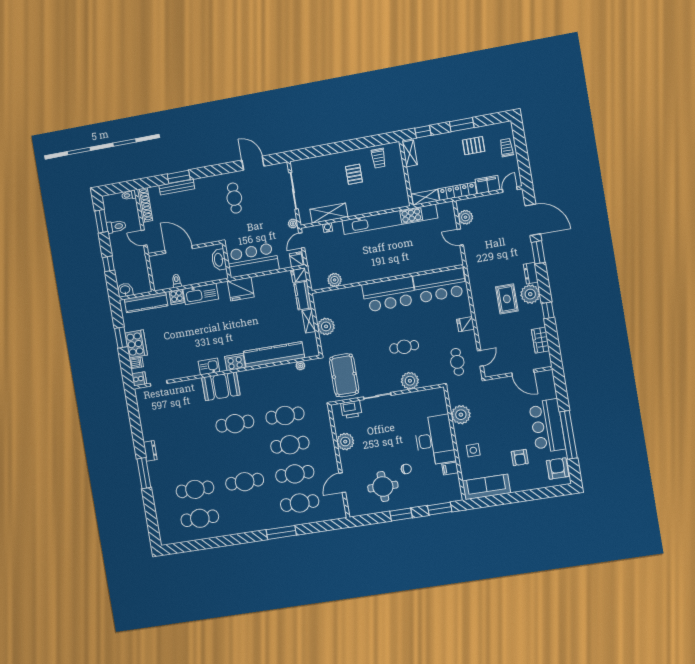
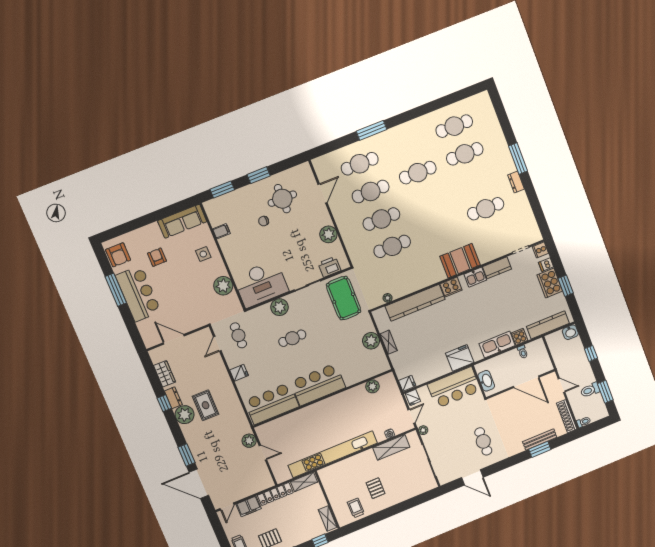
plant: (465, 217) -> (249, 441), moved
dresser: (531, 273) -> (173, 398), moved
kitchen counter: (303, 296) -> (497, 268), moved, turned 90
cafe table: (235, 424) -> (486, 209), moved
window: (568, 435) -> (116, 290), width x0.68
desk: (435, 440) -> (261, 284), moved, turned -90

